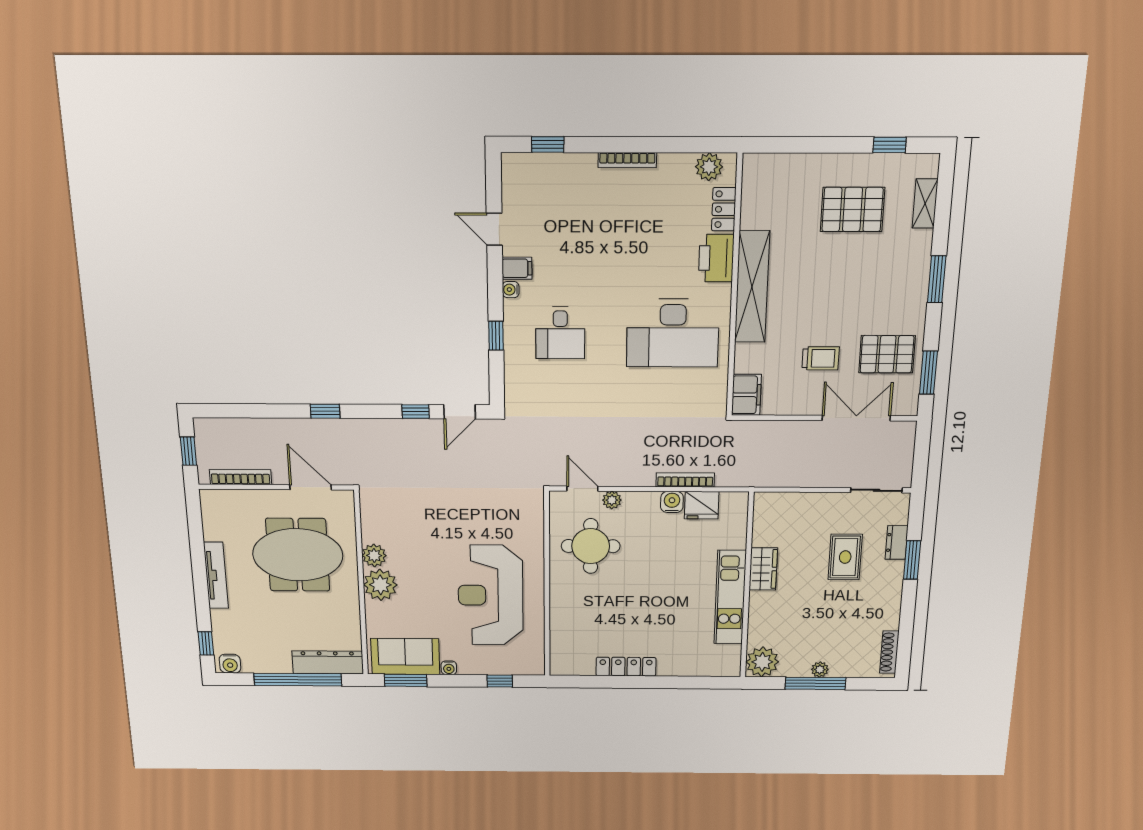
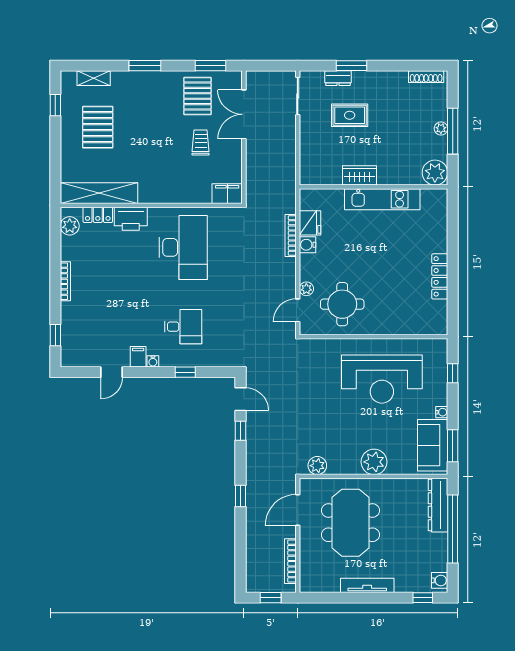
shelving: (752, 287) -> (99, 193), moved
plant: (374, 556) -> (317, 466), moved

